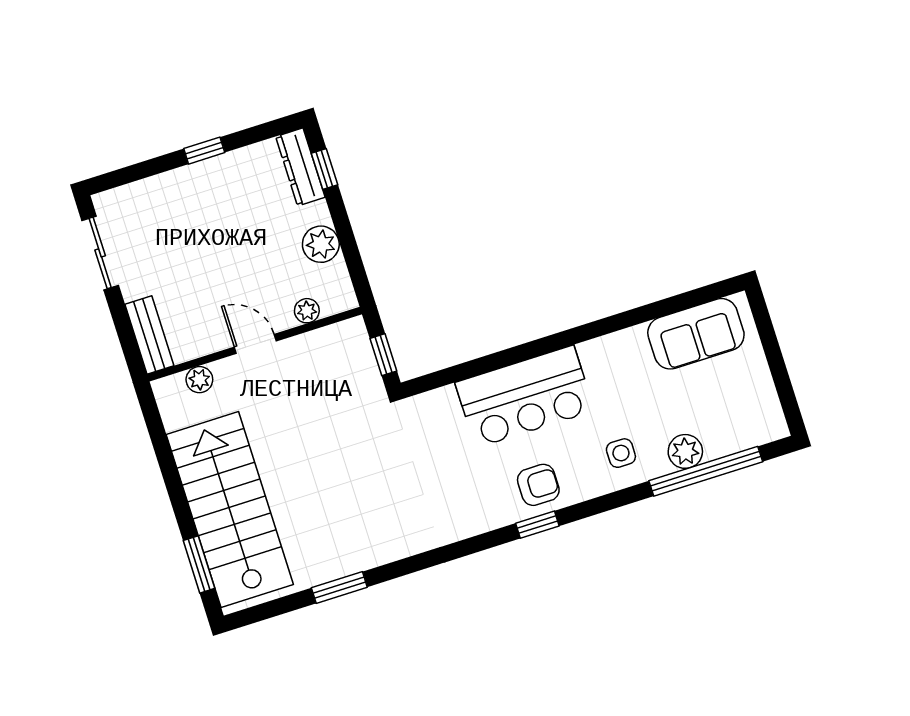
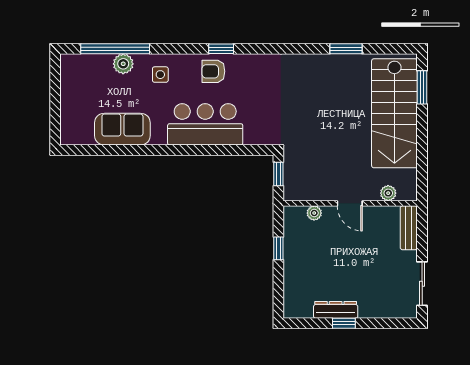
dresser: (300, 167) -> (336, 310), moved, turned -90
window: (324, 169) -> (278, 248), moved
plant: (321, 244) -> (294, 249), removed
sofa: (696, 334) -> (122, 129), moved

